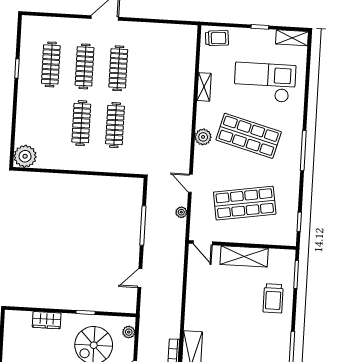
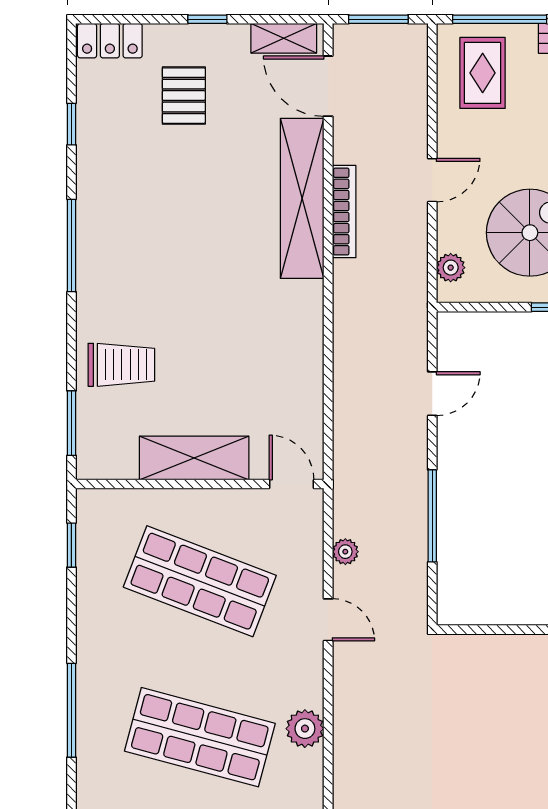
clothes rail: (115, 125) -> (510, 744), removed
shop shelf: (245, 203) -> (200, 581), turned 30
trolley: (273, 298) -> (121, 365), turned 90

